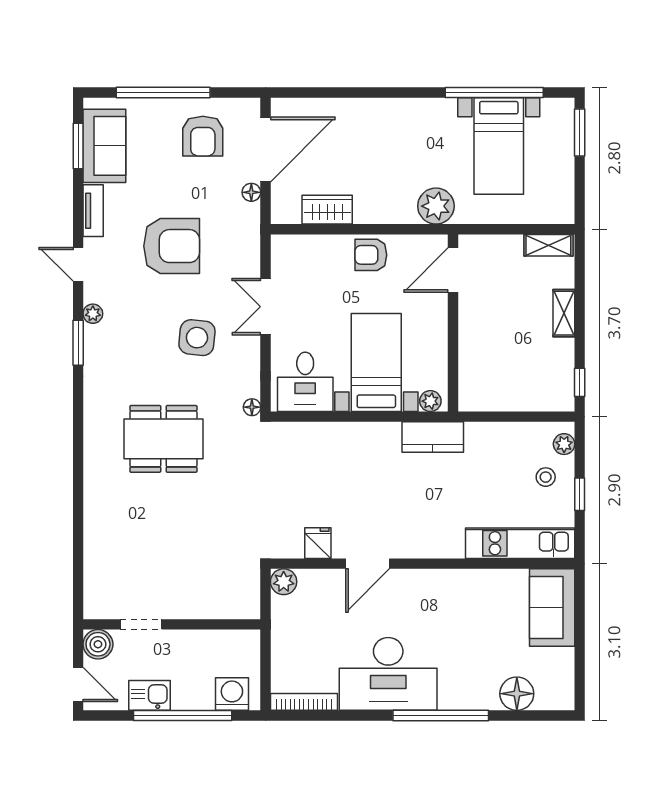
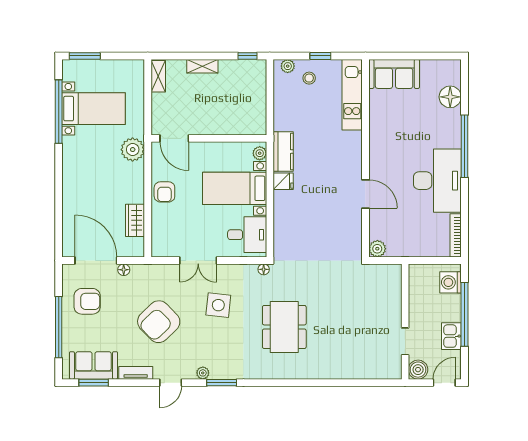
armchair: (172, 246) -> (159, 322), turned -134
fridge: (318, 543) -> (283, 181), moved, turned 180

